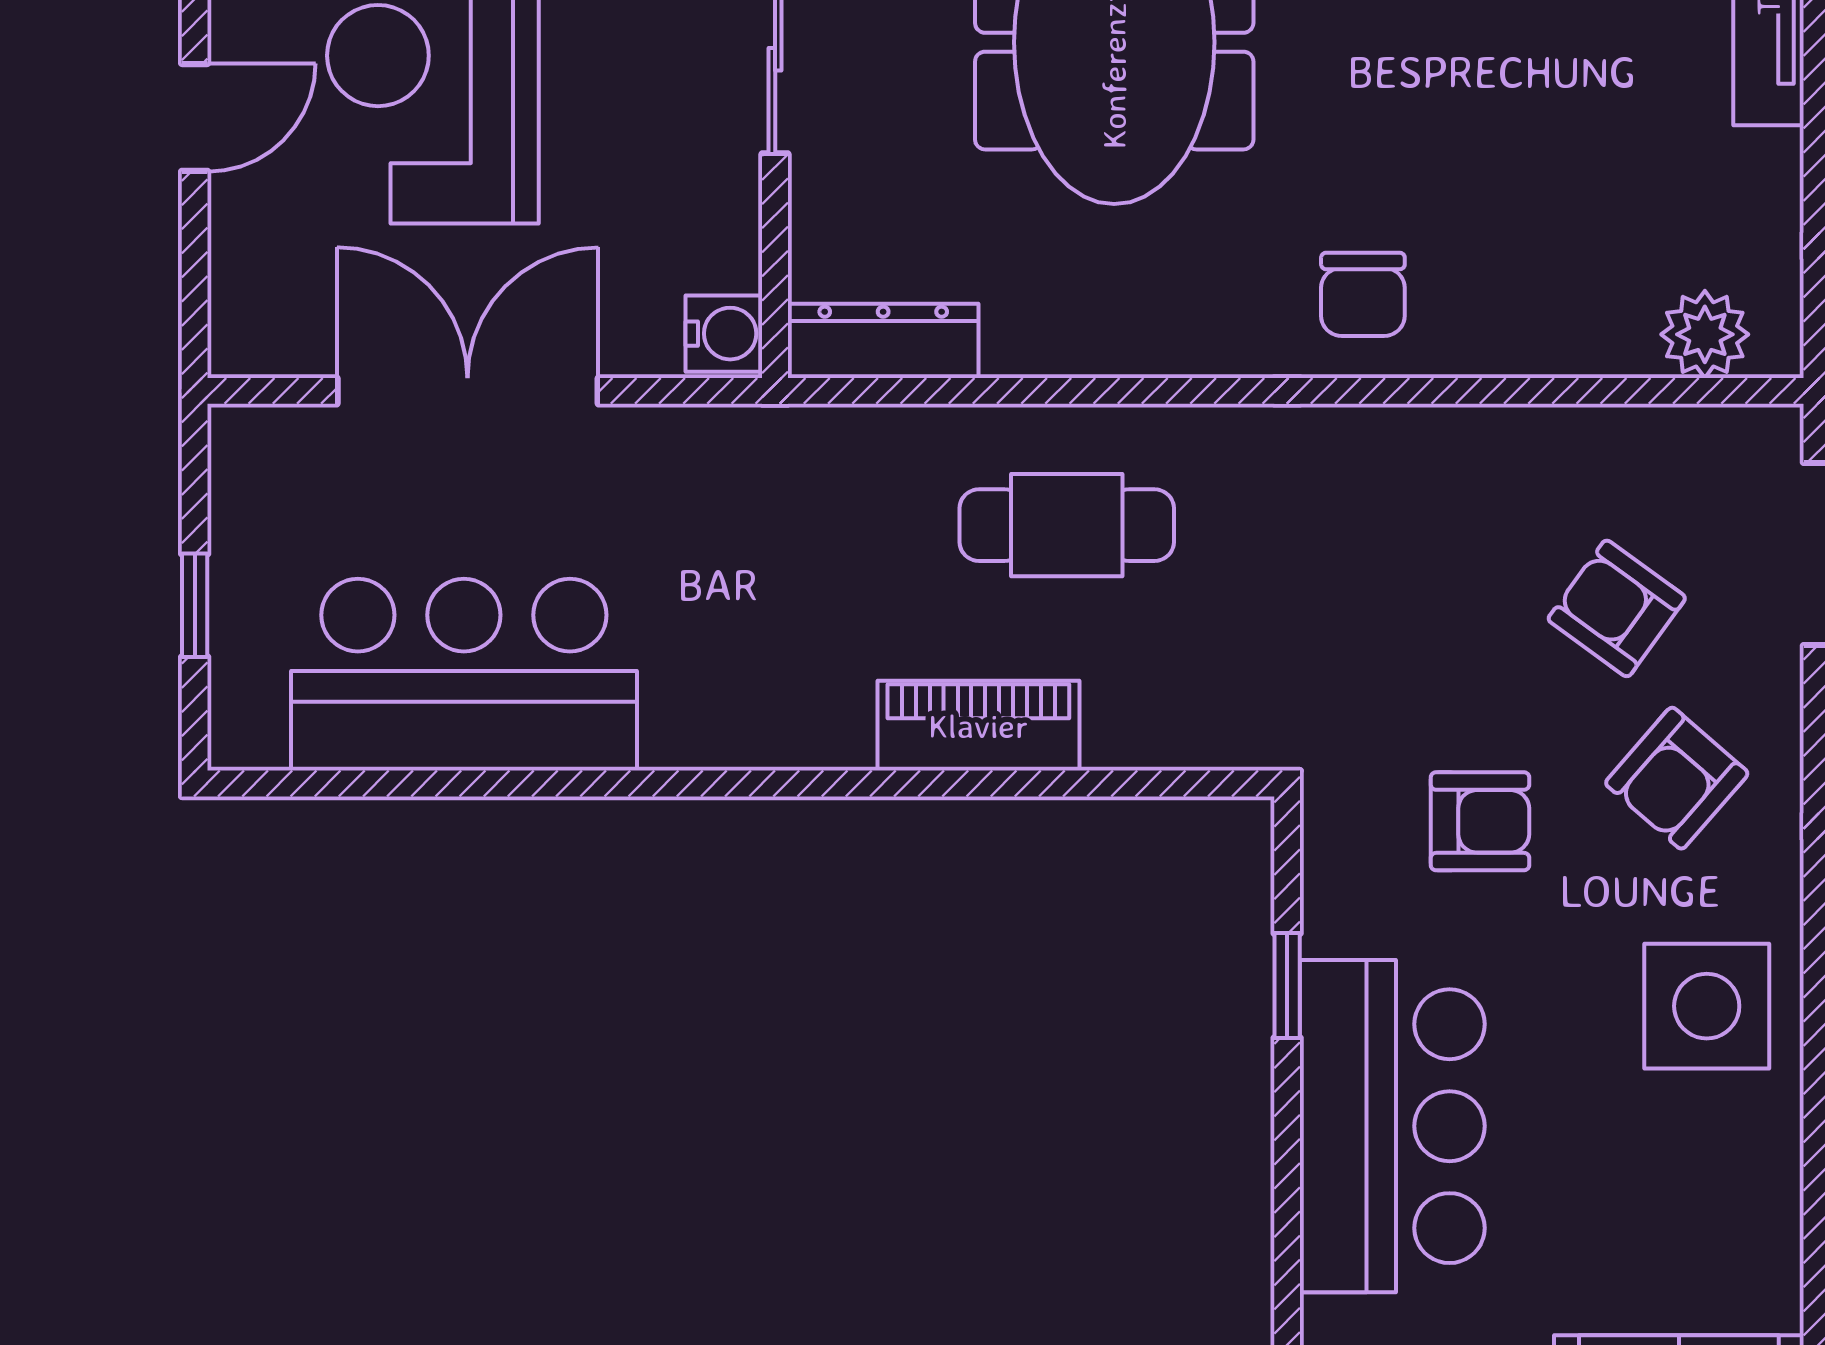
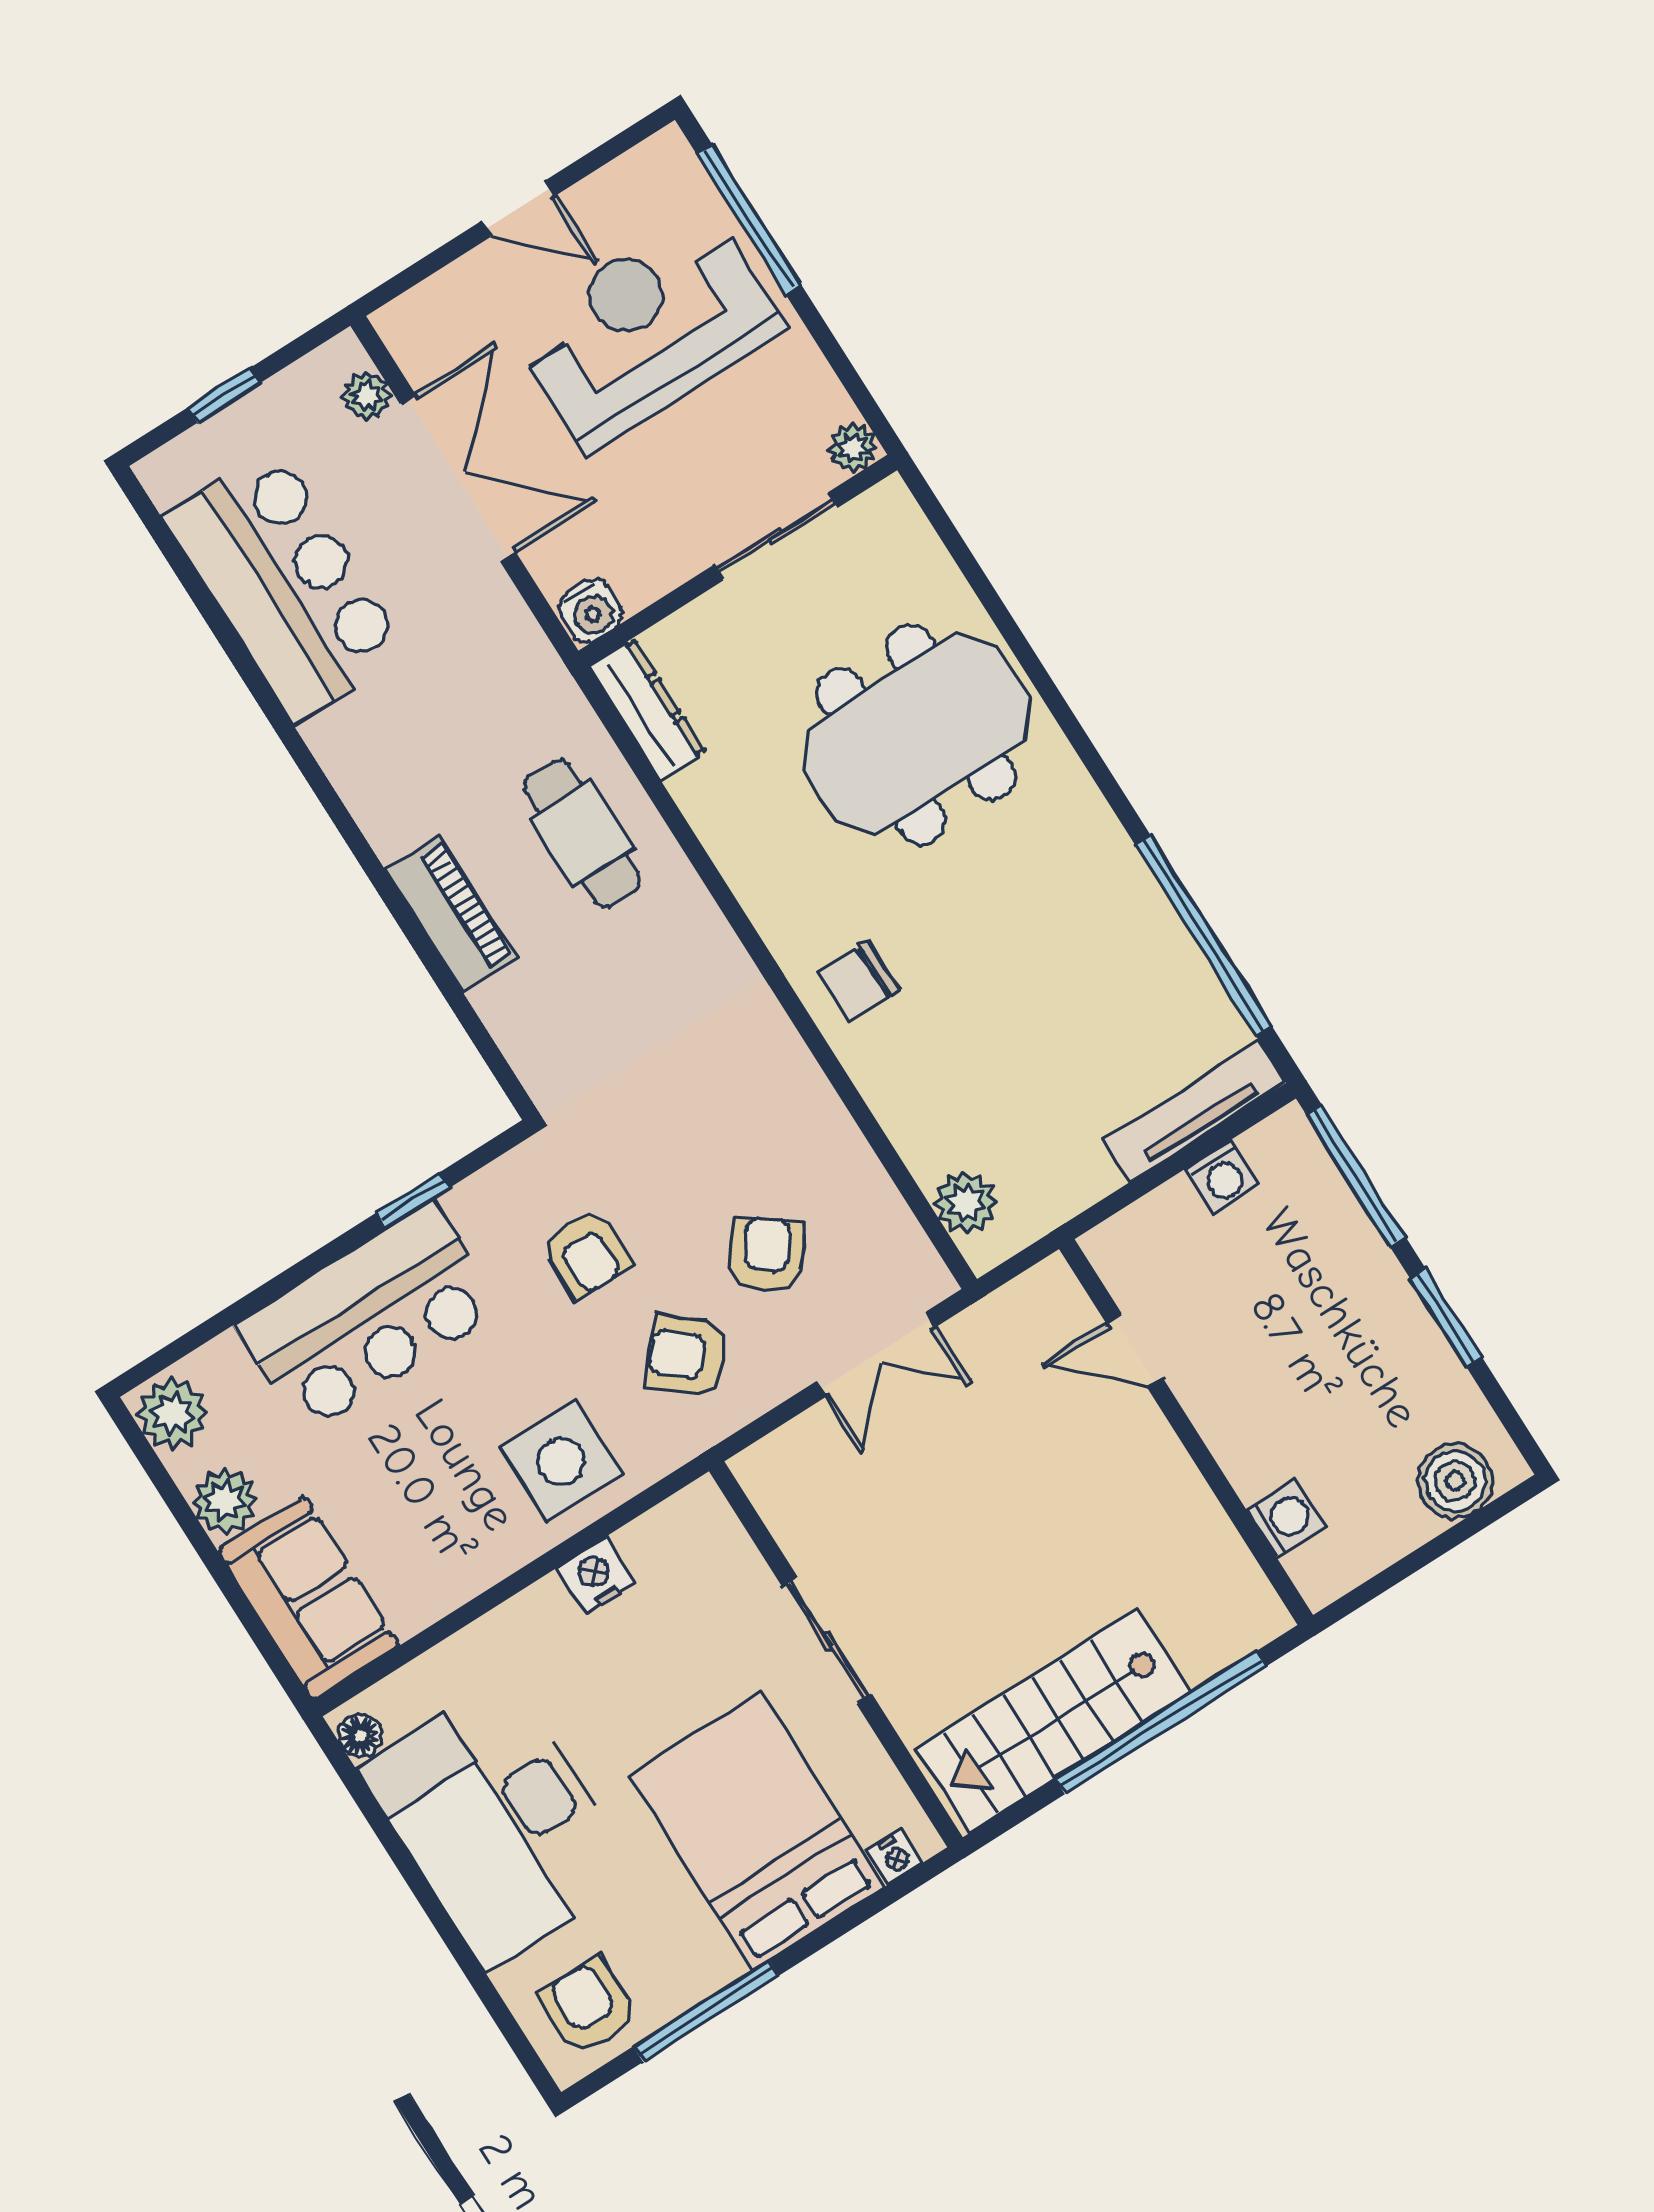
plant: (302, 437) -> (367, 396), added
cafe table: (1067, 525) -> (582, 833), moved

